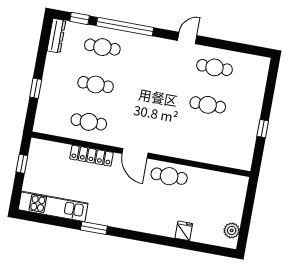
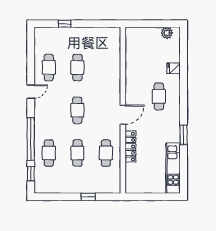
dresser: (56, 36) -> (47, 189), removed
door: (187, 38) -> (31, 92), swing flipped
cafe table: (152, 95) -> (77, 110), added
window: (263, 129) -> (65, 24), moved
window: (22, 164) -> (146, 197), removed
cafe table: (169, 176) -> (159, 96), moved

